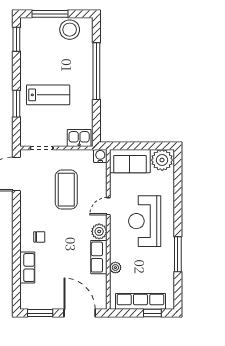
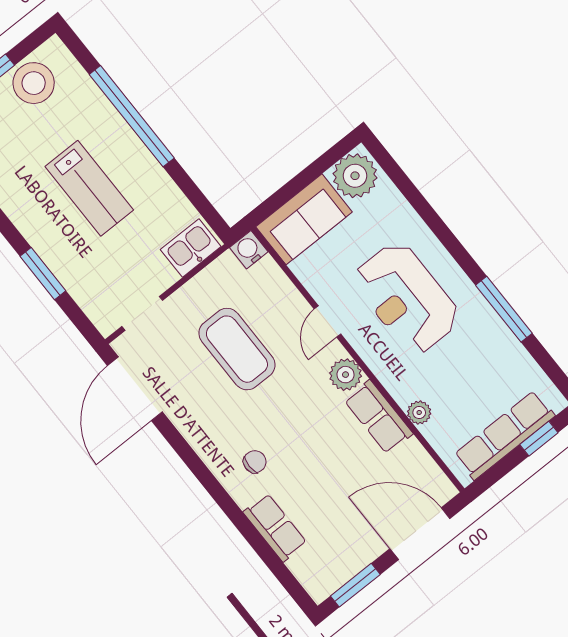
lab bench: (48, 95) -> (89, 188), moved, turned 90

